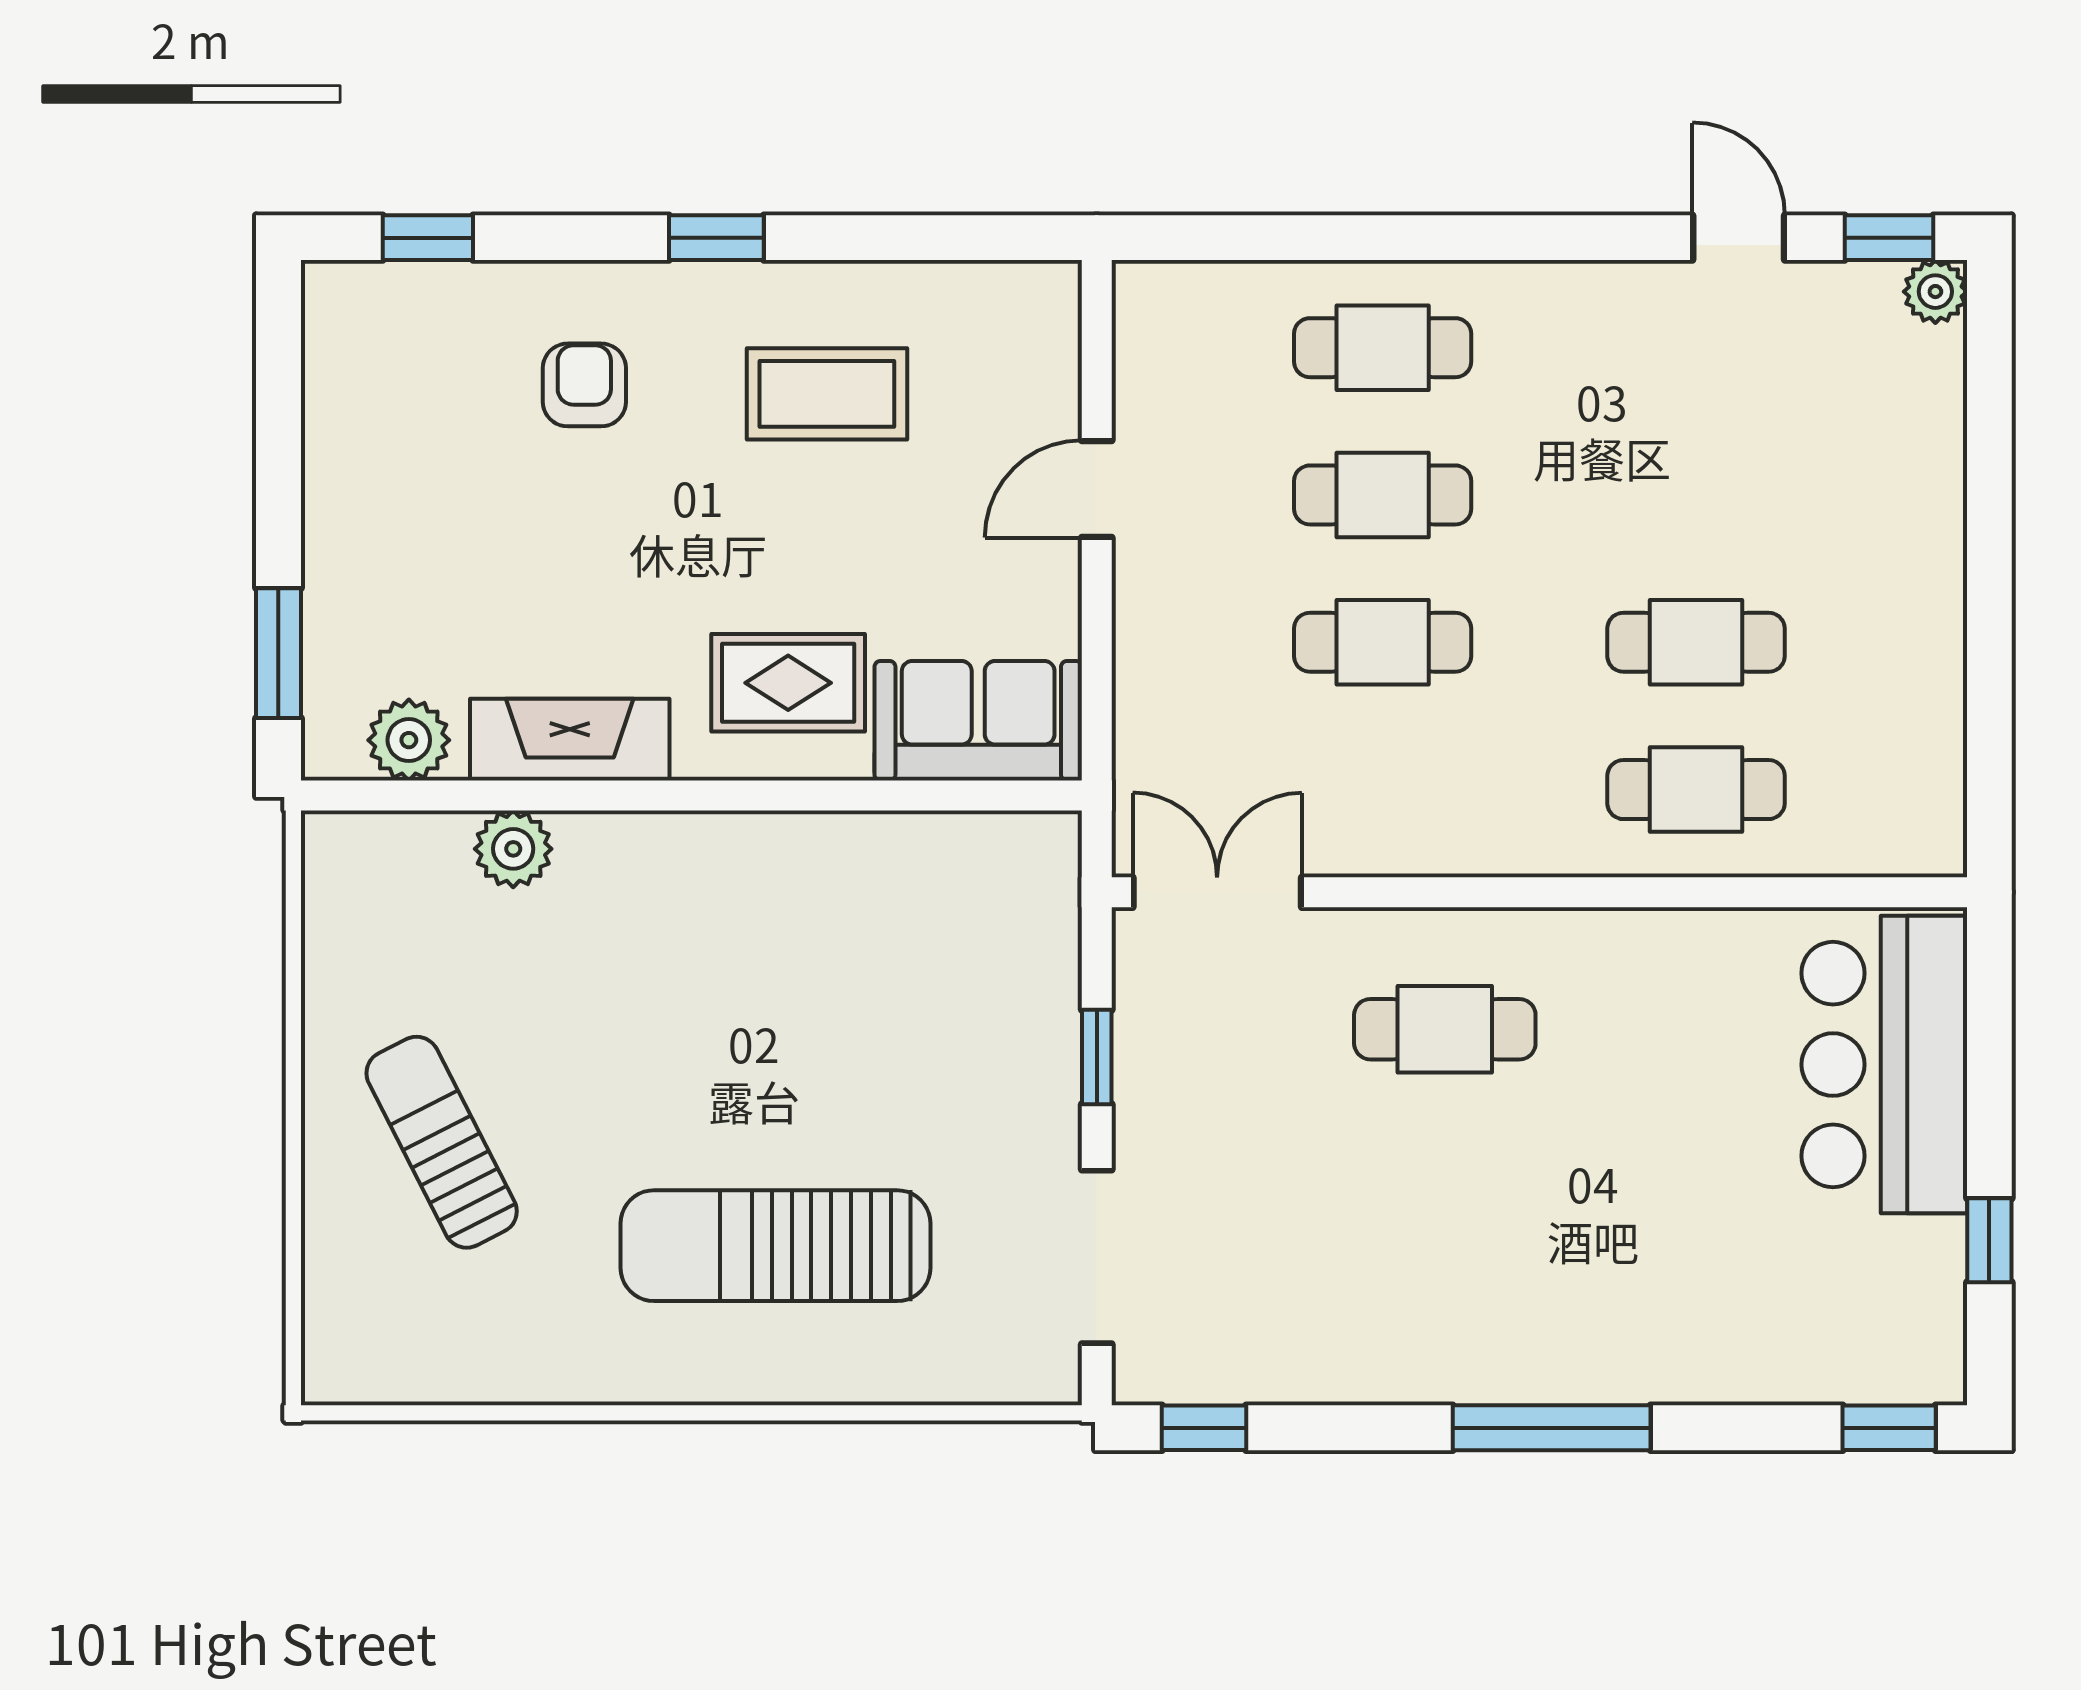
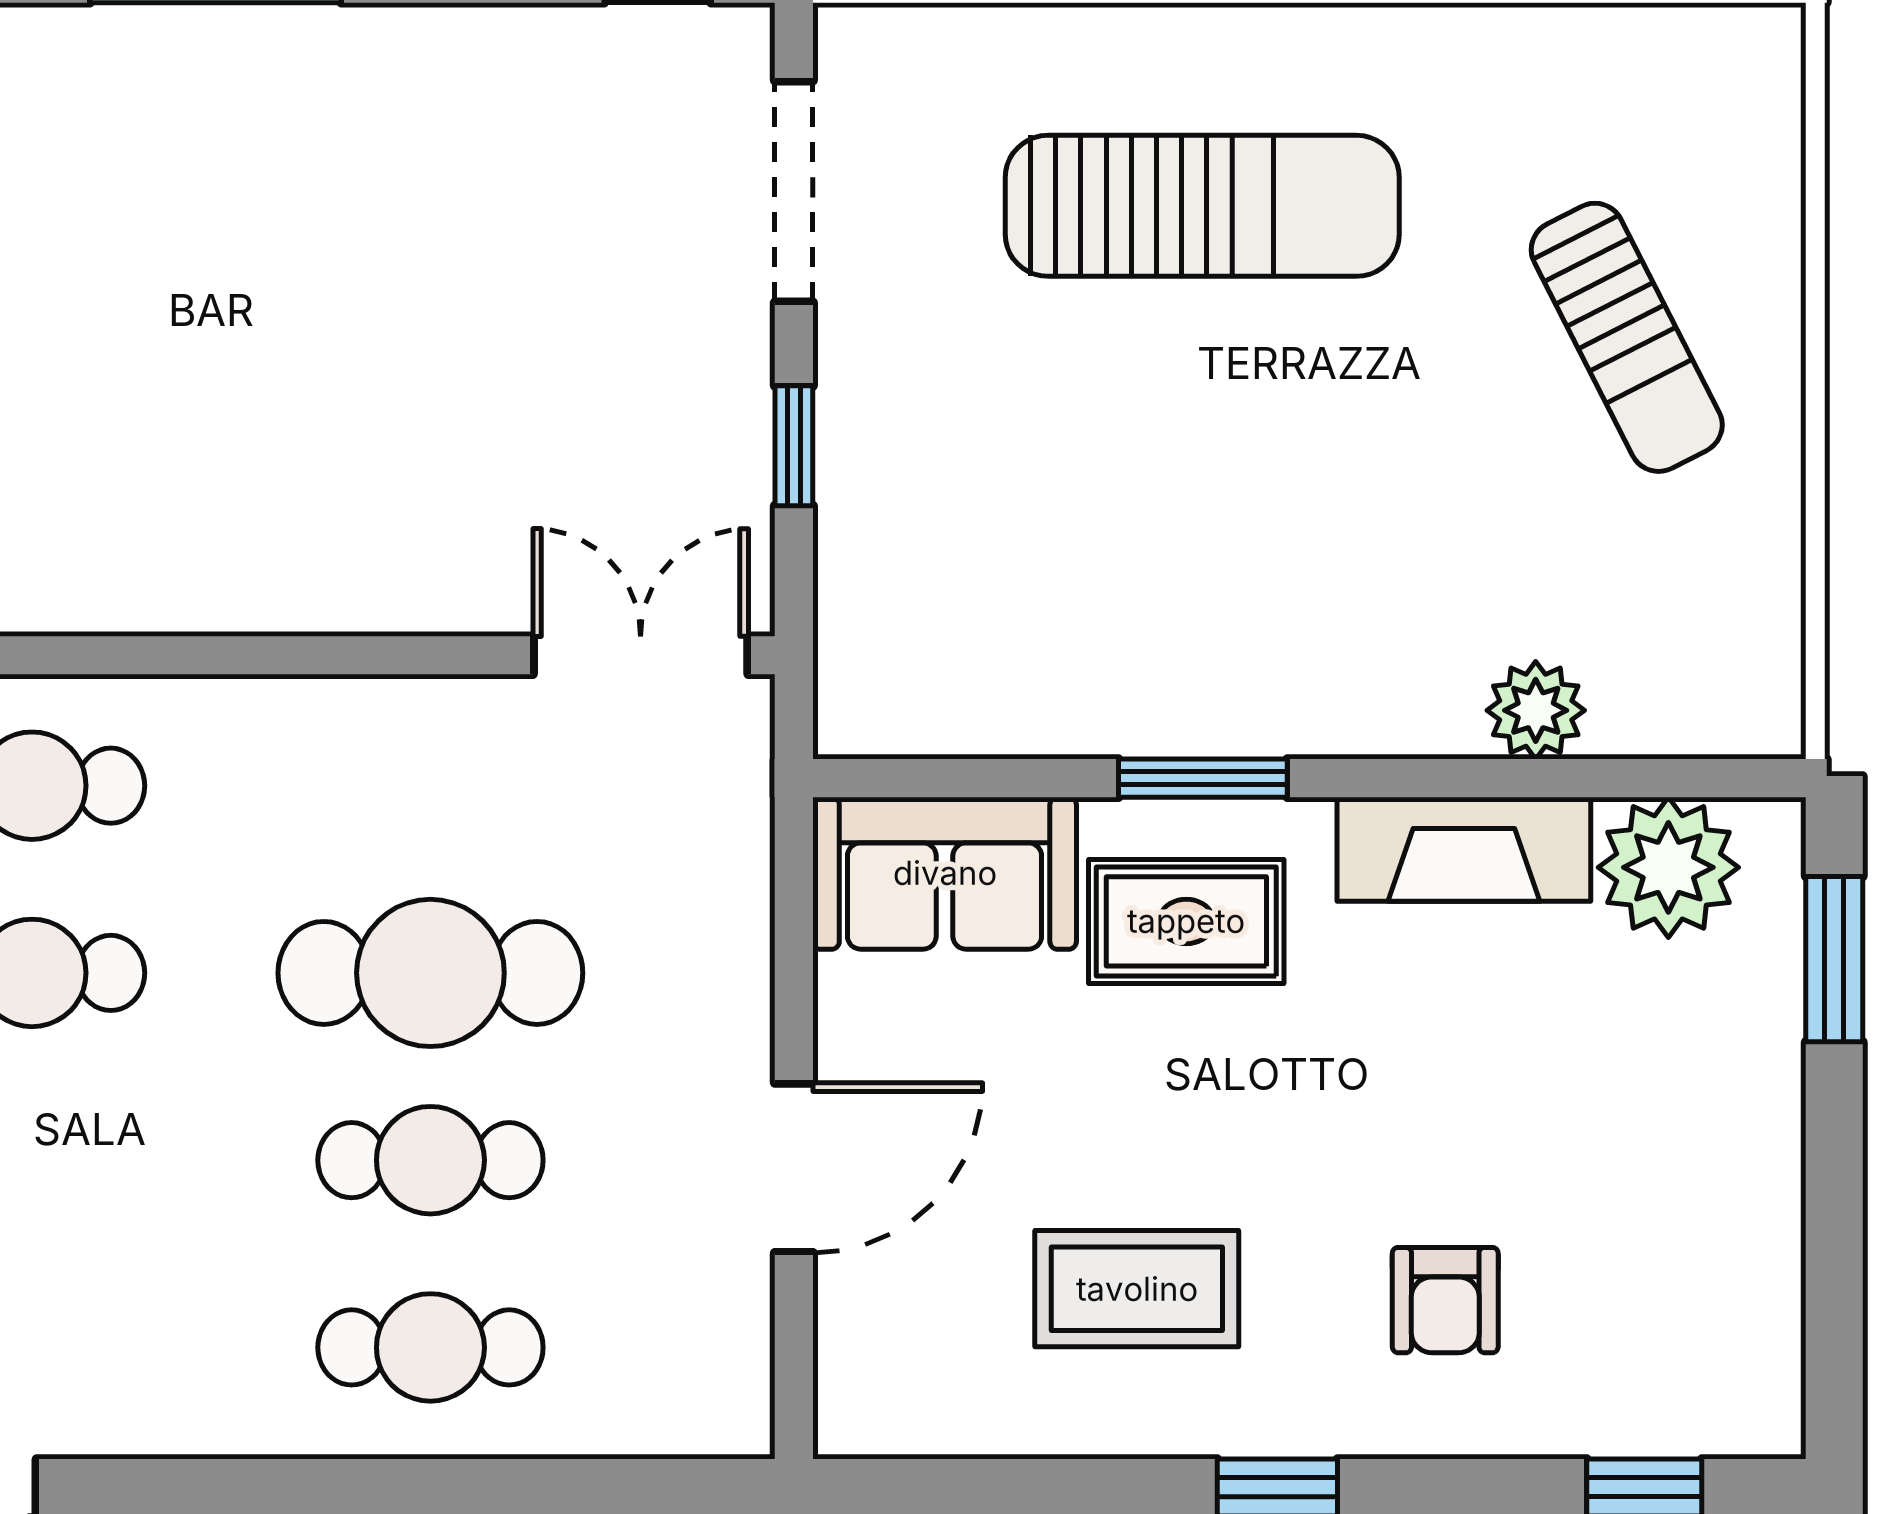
door: (1097, 489) -> (794, 1168), width x1.38
cafe table: (1383, 642) -> (430, 973), width x1.37, depth x1.35
plant: (409, 740) -> (1668, 867), width x1.36, depth x1.36
window: (775, 795) -> (1203, 778), added
double door: (1217, 892) -> (641, 655), swing flipped
cafe table: (1445, 1029) -> (351, 481), removed

